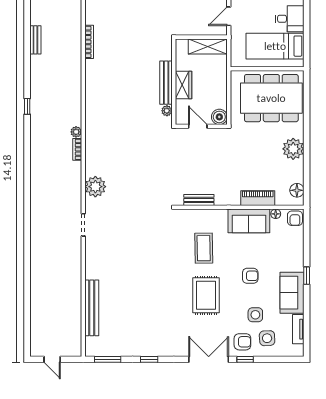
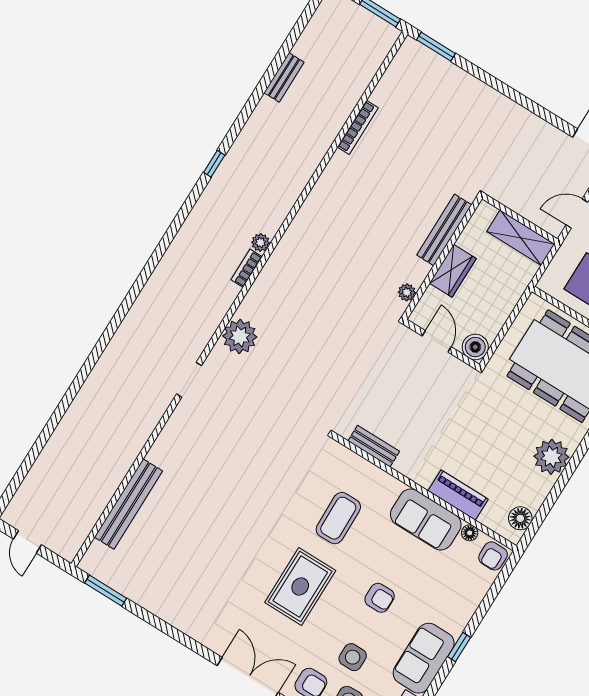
bench: (166, 83) -> (444, 230), moved
window: (149, 359) -> (164, 627), removed

